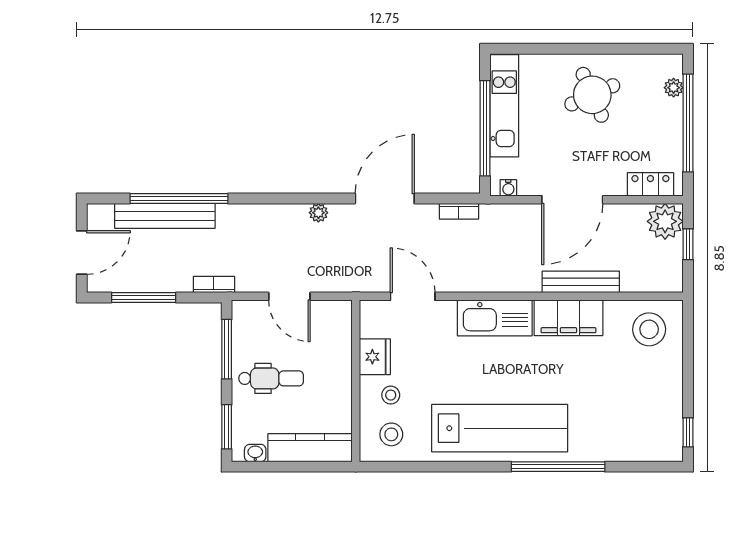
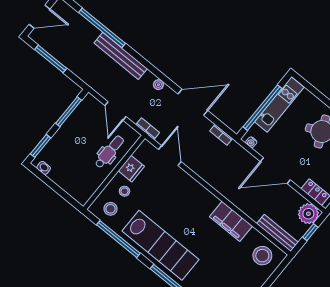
bench: (165, 216) -> (121, 56), moved
bench: (581, 282) -> (277, 233), moved
bookcase: (214, 284) -> (148, 129), moved
kitchen sink: (495, 318) -> (198, 195), removed
dental chair: (271, 378) -> (109, 152), moved, turned -90
kitchen counter: (310, 448) -> (70, 185), removed
window: (436, 467) -> (118, 239), added

